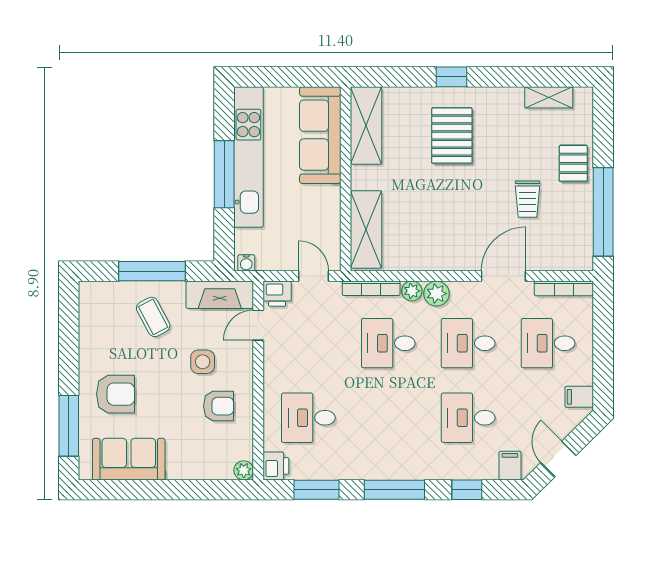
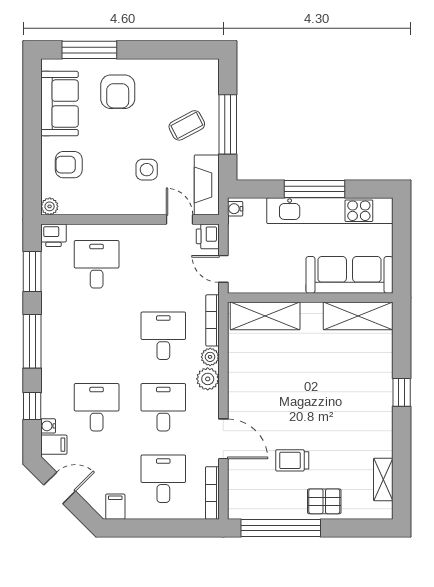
pallet: (452, 136) -> (349, 393), removed
door: (314, 276) -> (223, 269), swing flipped
armchair: (219, 406) -> (69, 165), moved, turned 90
water cooler: (489, 472) -> (48, 426), added

